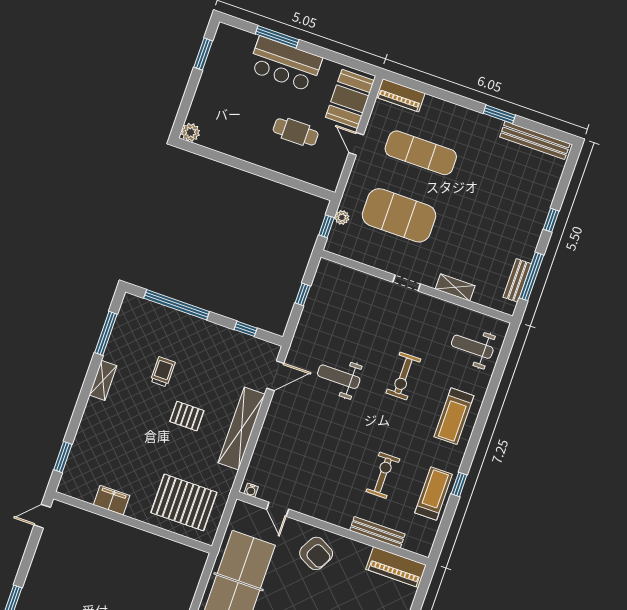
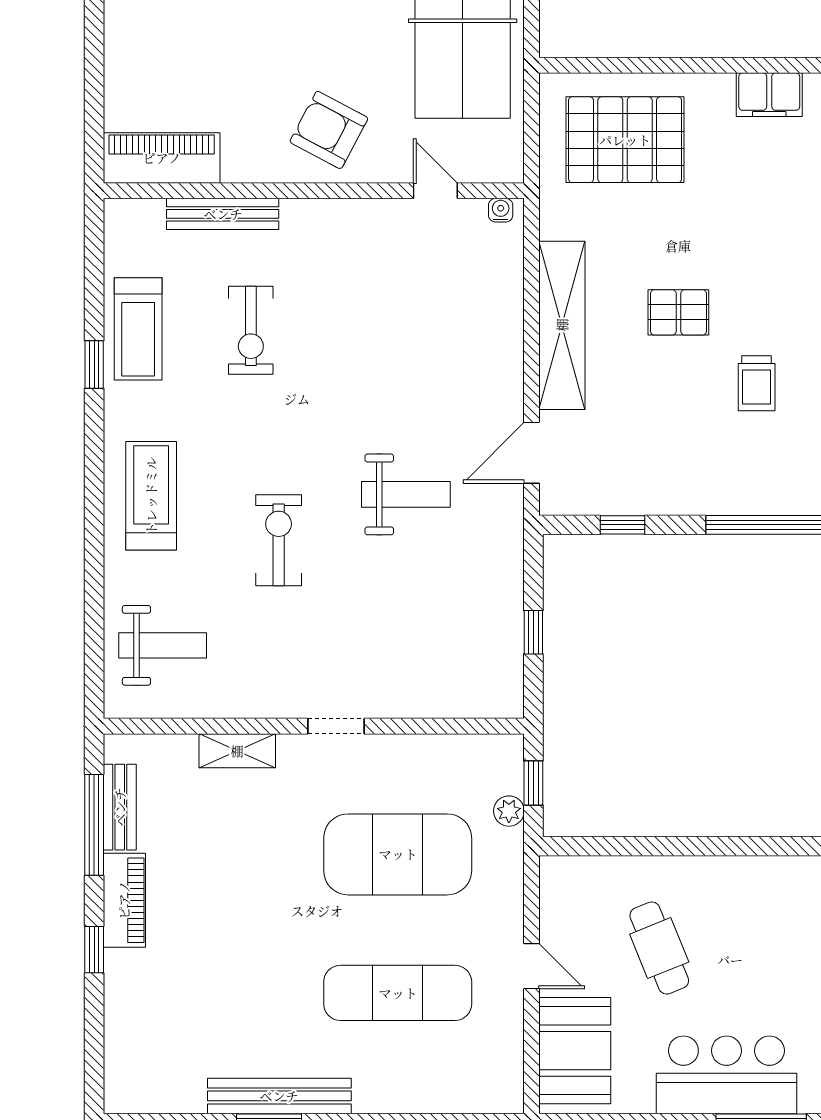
piano: (401, 95) -> (124, 900), moved, turned 90
cafe table: (296, 132) -> (659, 948), turned 68
bench: (535, 140) -> (279, 1096), moved

